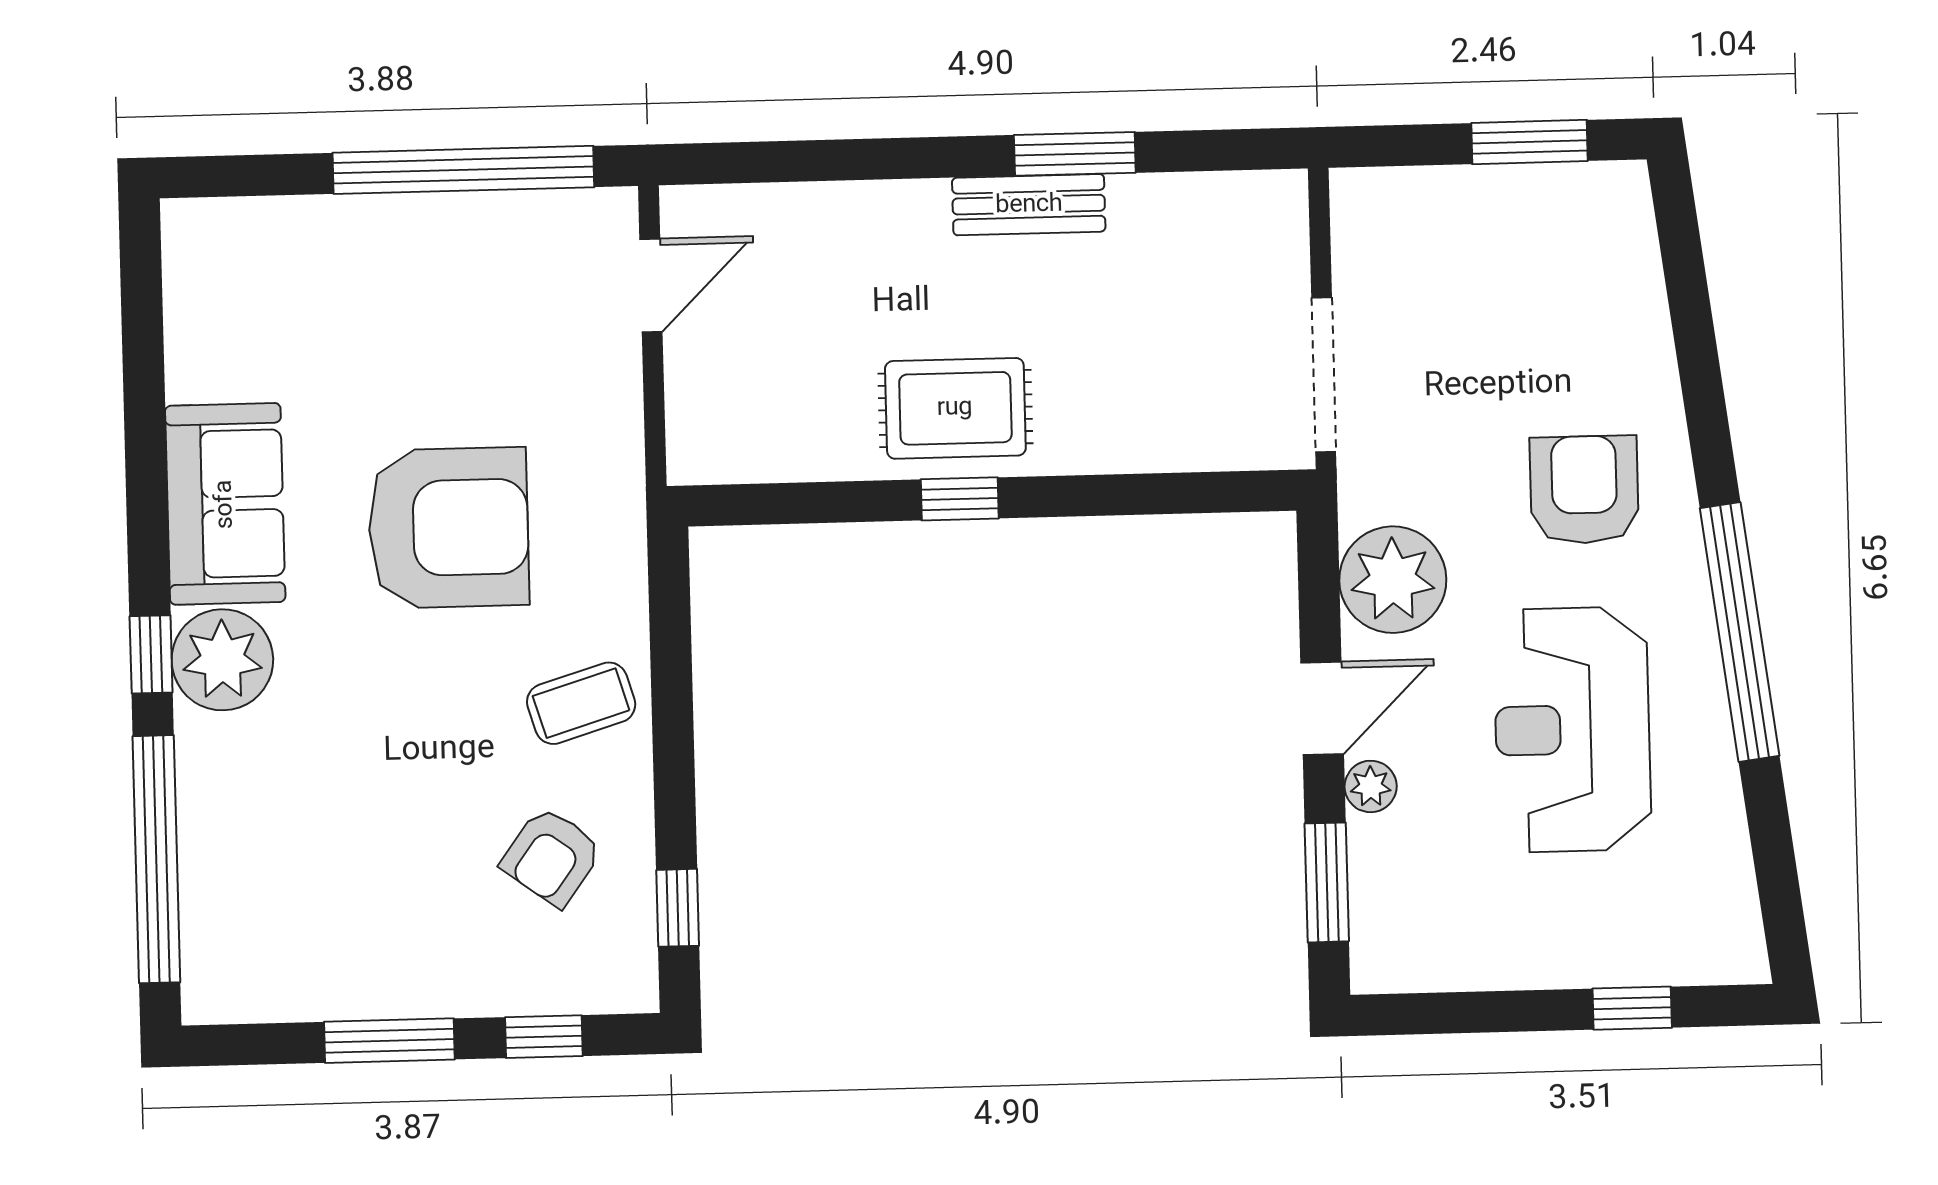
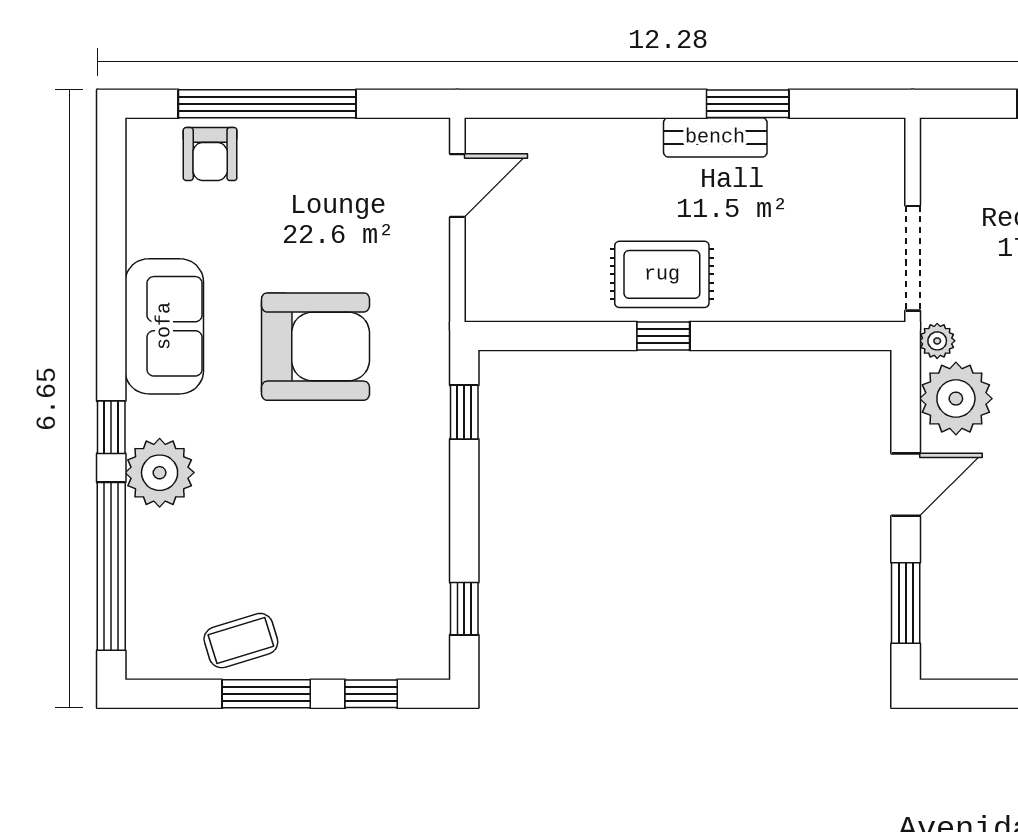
window: (463, 170) -> (267, 104), moved
window: (670, 619) -> (464, 412), added
plant: (222, 660) -> (160, 473), moved
coffee table: (581, 703) -> (241, 641), moved
plant: (1371, 786) -> (937, 341), moved
armchair: (552, 857) -> (210, 154), moved, turned -36

